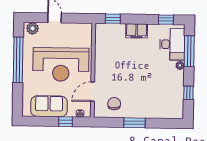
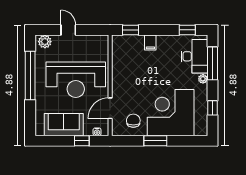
filing cabinet: (137, 31) -> (150, 43), width x0.50
corner desk: (149, 97) -> (171, 113), added

